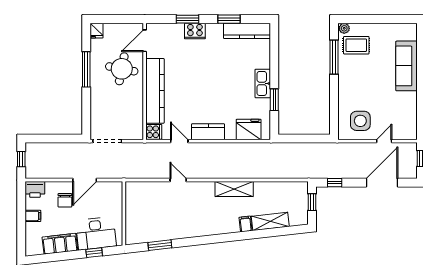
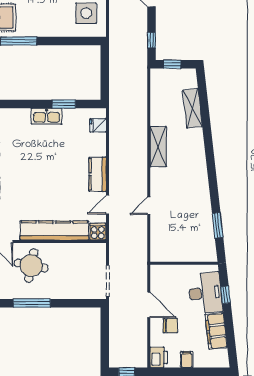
fridge: (249, 129) -> (98, 125), width x0.53, depth x0.75
filing cabinet: (246, 224) -> (195, 135), removed

